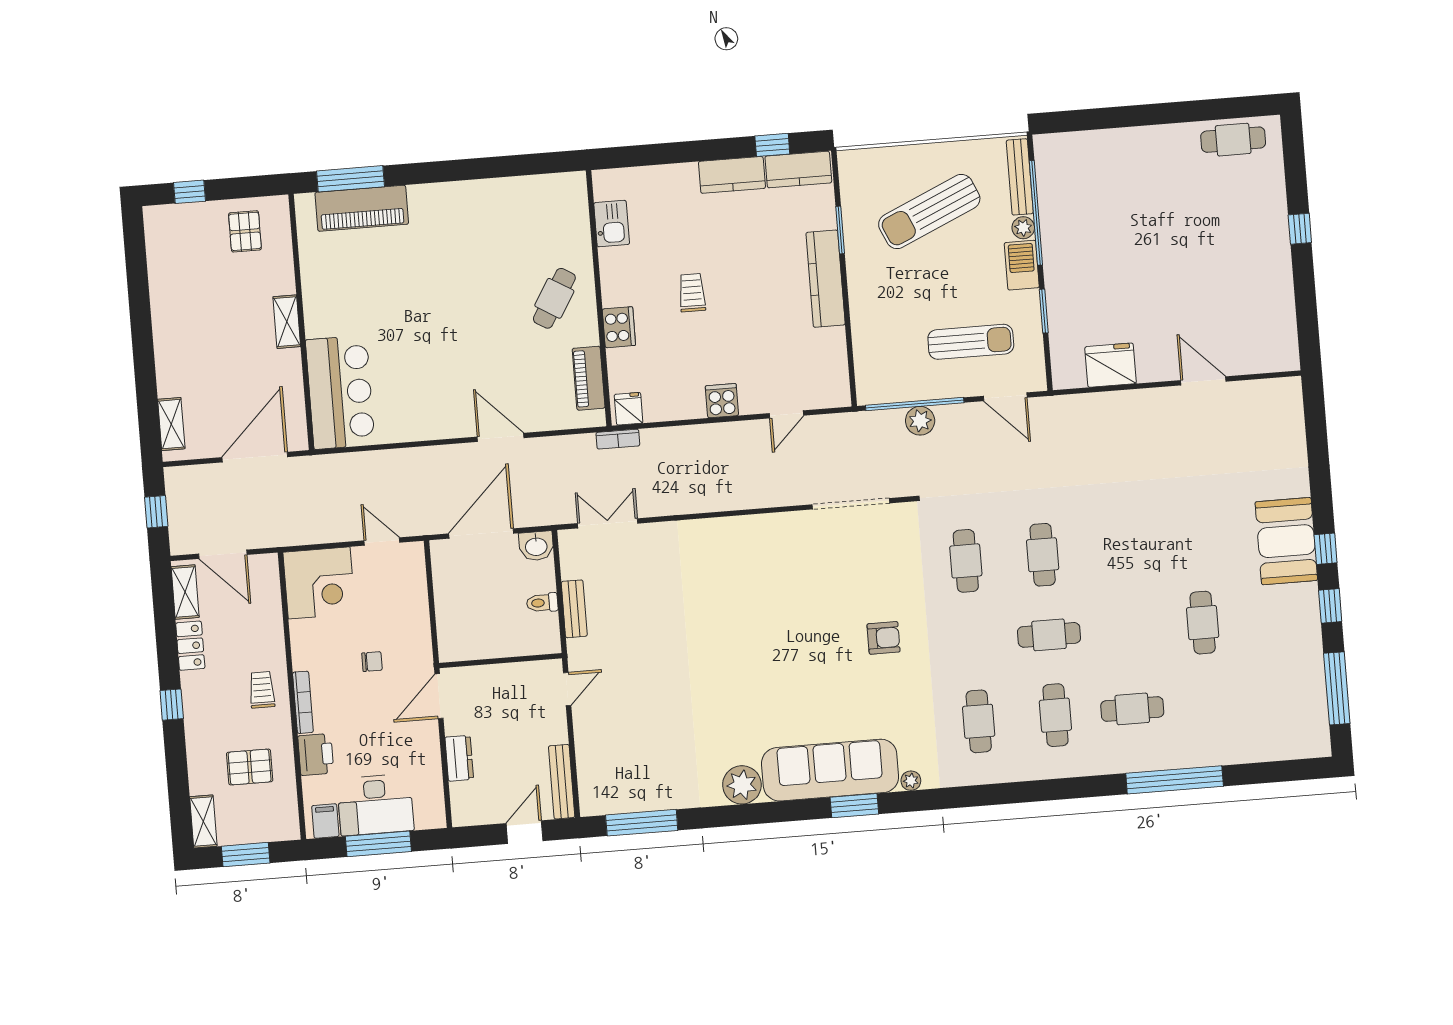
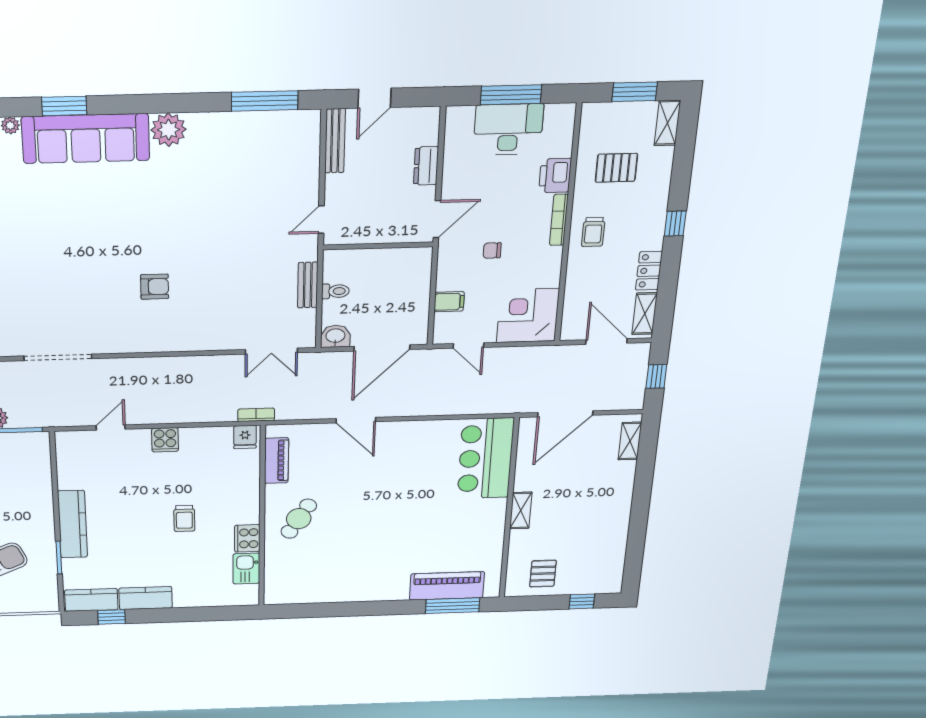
cooker: (619, 327) -> (247, 538), moved
armchair: (884, 638) -> (155, 287), moved, turned 180
filing cabinet: (325, 821) -> (449, 302), moved, turned -90

